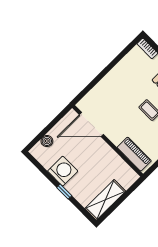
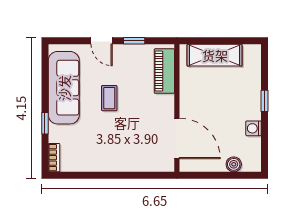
washing machine: (63, 171) -> (254, 128), width x0.53, depth x0.53
shelving: (105, 200) -> (215, 55), moved

